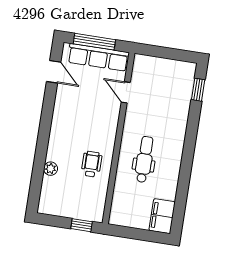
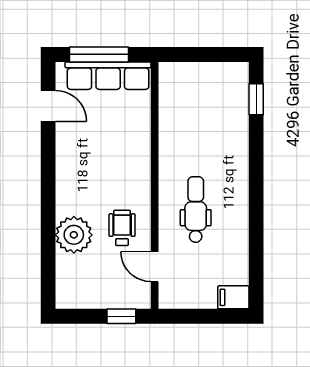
door: (126, 92) -> (155, 267), moved
plant: (51, 169) -> (74, 235), width x1.88, depth x1.88
filing cabinet: (162, 216) -> (233, 297), width x0.50

